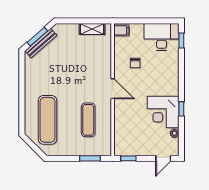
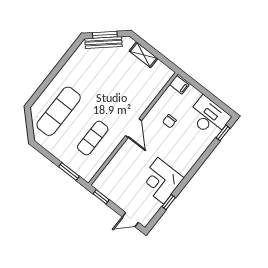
shelving: (92, 29) -> (143, 55), moved
window: (181, 109) -> (169, 202), moved
plant: (174, 133) -> (156, 206), removed

